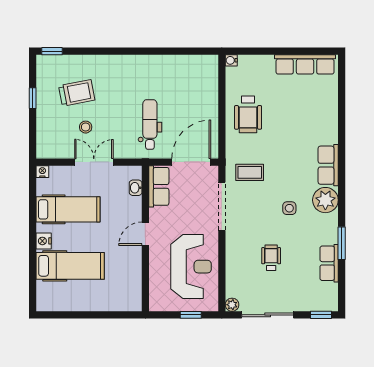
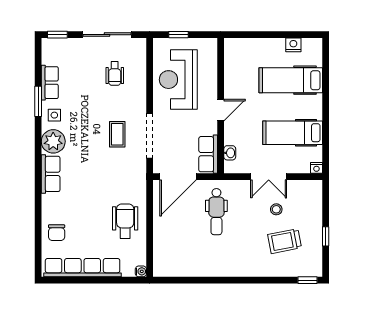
row of seats: (305, 64) -> (83, 268), width x1.36
chair: (322, 102) -> (57, 233), added
coffee table: (250, 172) -> (117, 134), moved, turned 90
side table: (289, 208) -> (54, 115), moved
nightstand: (44, 241) -> (293, 45), moved, turned -90
wheelchair: (271, 258) -> (115, 73), moved
plant: (232, 305) -> (140, 44), removed

